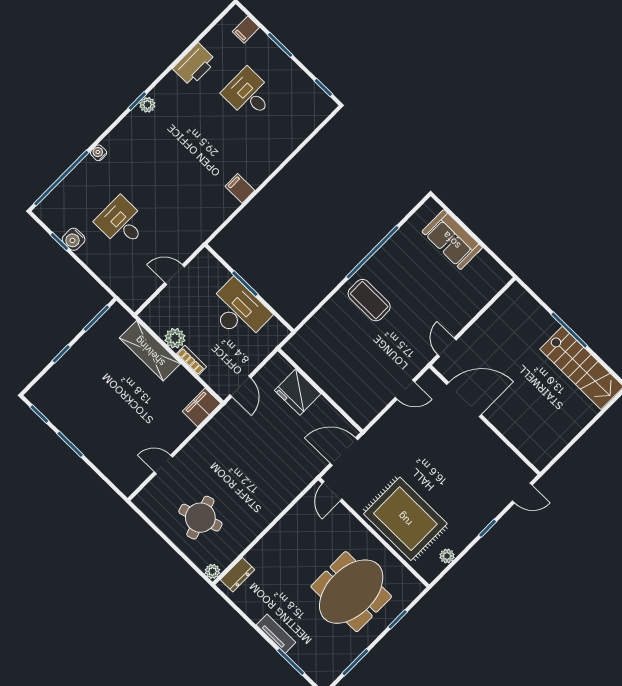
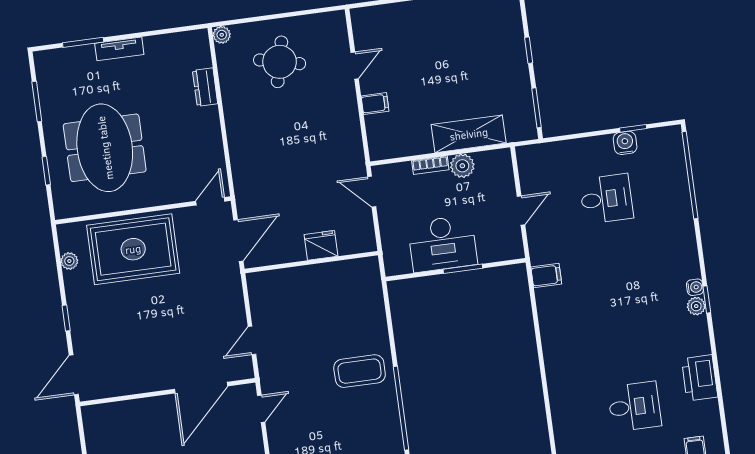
water cooler: (99, 153) -> (695, 287), moved
filing cabinet: (240, 188) -> (546, 276), moved
door: (447, 347) -> (261, 409), hinge flipped
fridge: (298, 392) -> (321, 245), width x0.73, depth x0.75
filing cabinet: (201, 407) -> (375, 104), moved, width x0.50
door: (332, 491) -> (210, 201), hinge flipped
door: (522, 493) -> (74, 375), width x1.37
round table: (200, 518) -> (280, 62), turned 32
dresser: (238, 575) -> (205, 87), moved

